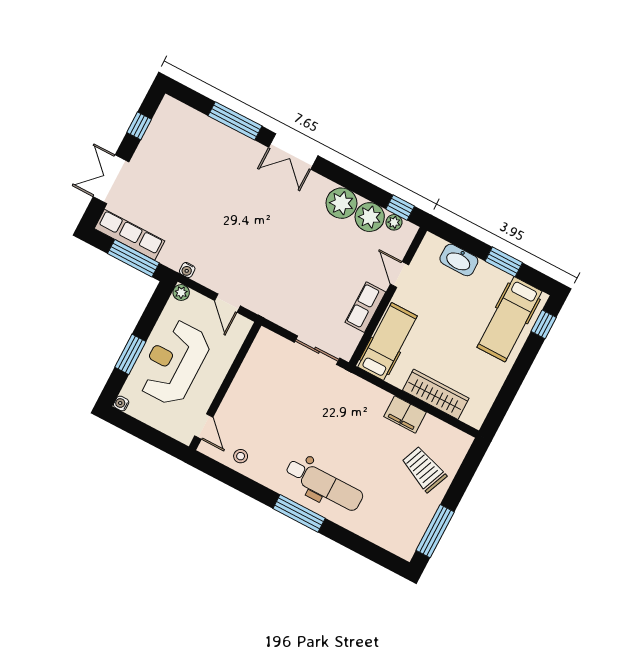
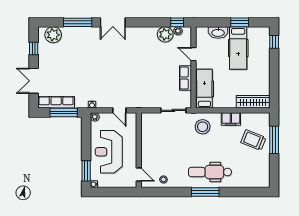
plant: (341, 203) -> (53, 35), moved
hospital bed: (510, 319) -> (238, 48), moved
window: (130, 354) -> (86, 171), moved
wardrobe: (436, 394) -> (253, 102), moved
stool: (351, 403) -> (203, 127), added
dental chair: (324, 484) -> (210, 172), turned 180
window: (435, 531) -> (274, 140), moved

